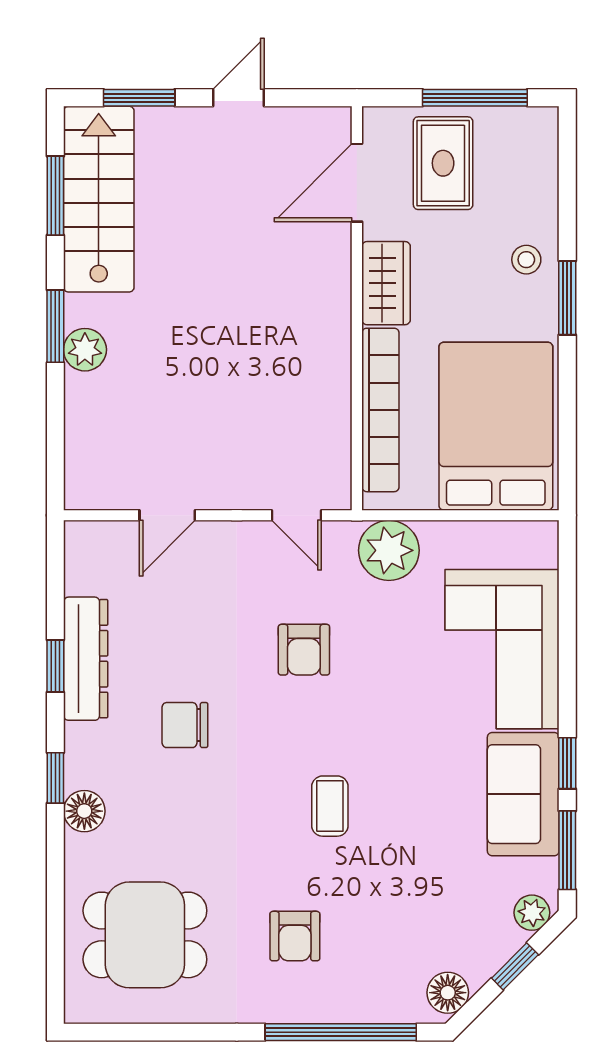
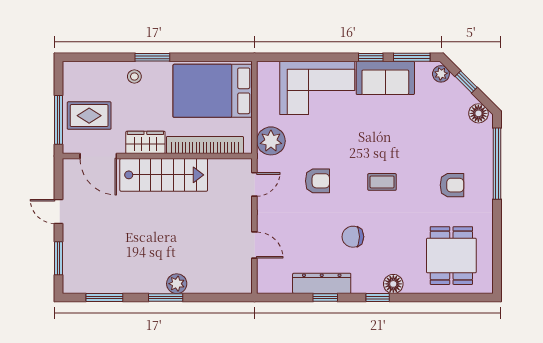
window: (475, 98) -> (58, 120), moved
stairs: (99, 199) -> (164, 175), moved, turned 180
chair: (185, 725) -> (353, 237), turned 90
coffee table: (330, 806) -> (382, 182), moved

